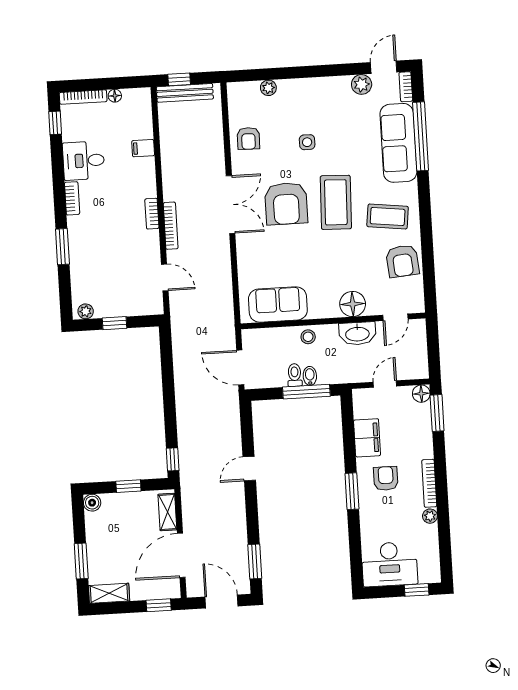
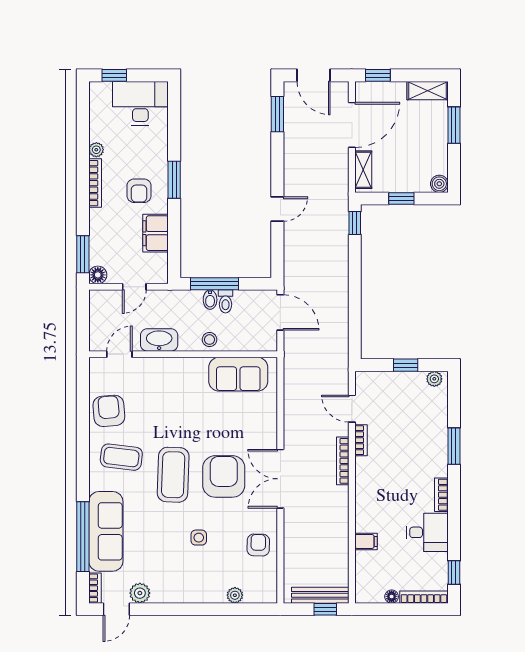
bookcase: (152, 214) -> (361, 440), moved
floor lamp: (353, 304) -> (162, 370), removed

